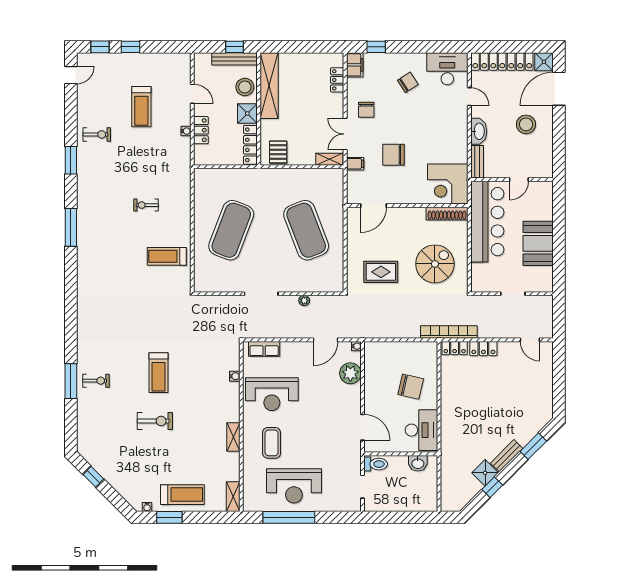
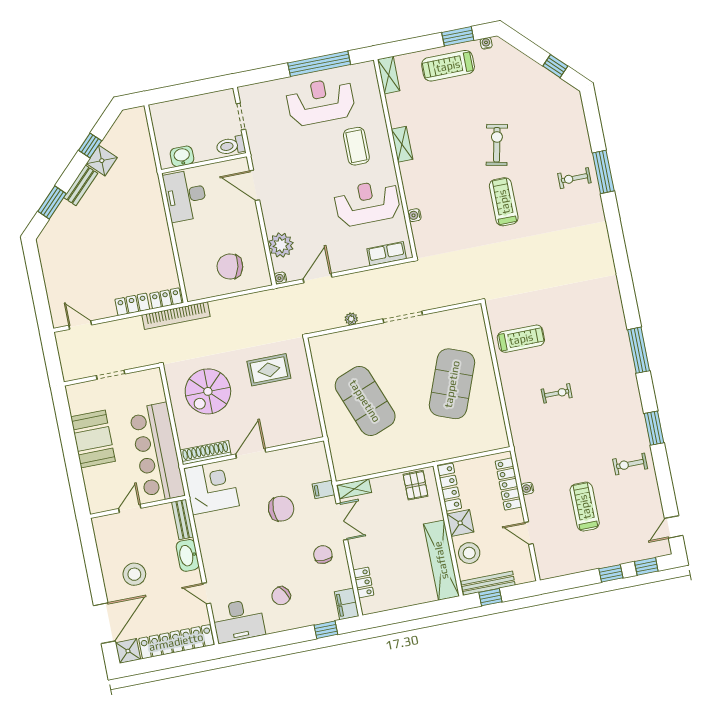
locker: (201, 130) -> (508, 484), width x1.53
door: (374, 206) -> (251, 453), moved
chair: (411, 387) -> (230, 266), moved
exercise bike: (155, 421) -> (497, 145), turned 102

